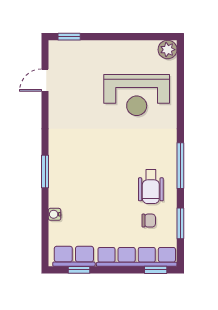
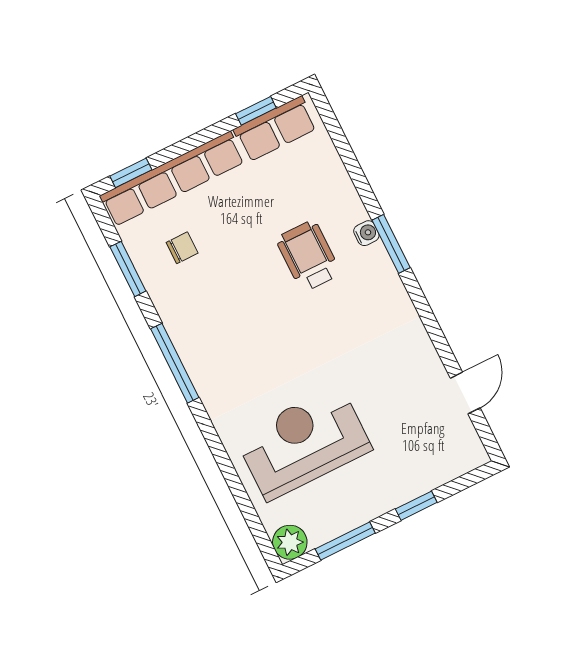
window: (69, 37) -> (416, 506), moved
window: (140, 37) -> (345, 541), added
wheelchair: (151, 187) -> (308, 256), moved
water cooler: (55, 214) -> (366, 233), moved
chair: (149, 221) -> (182, 248), turned 180

